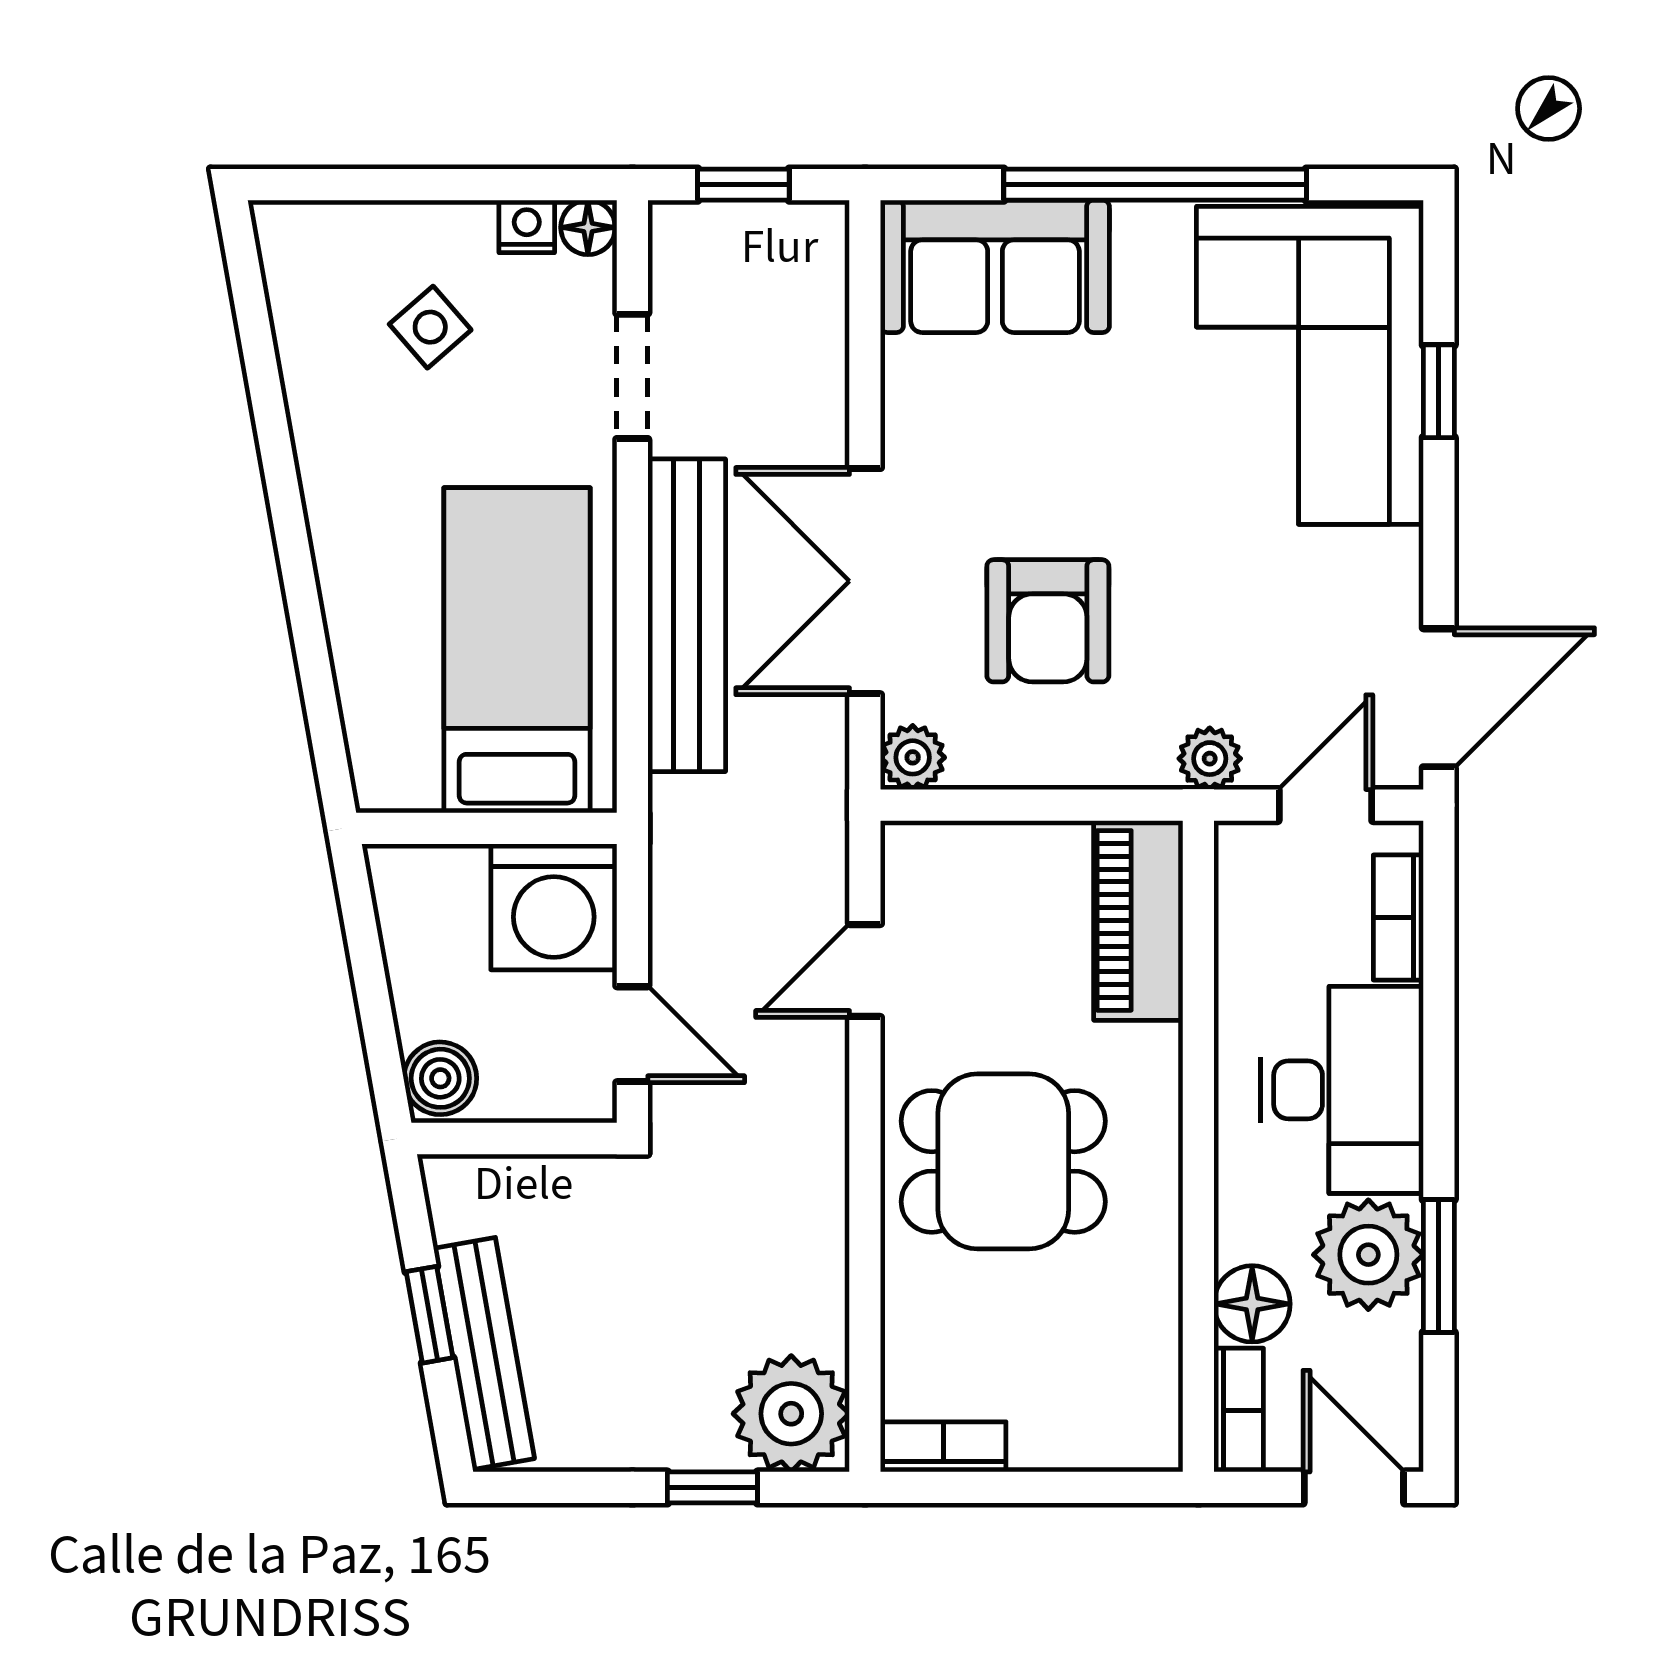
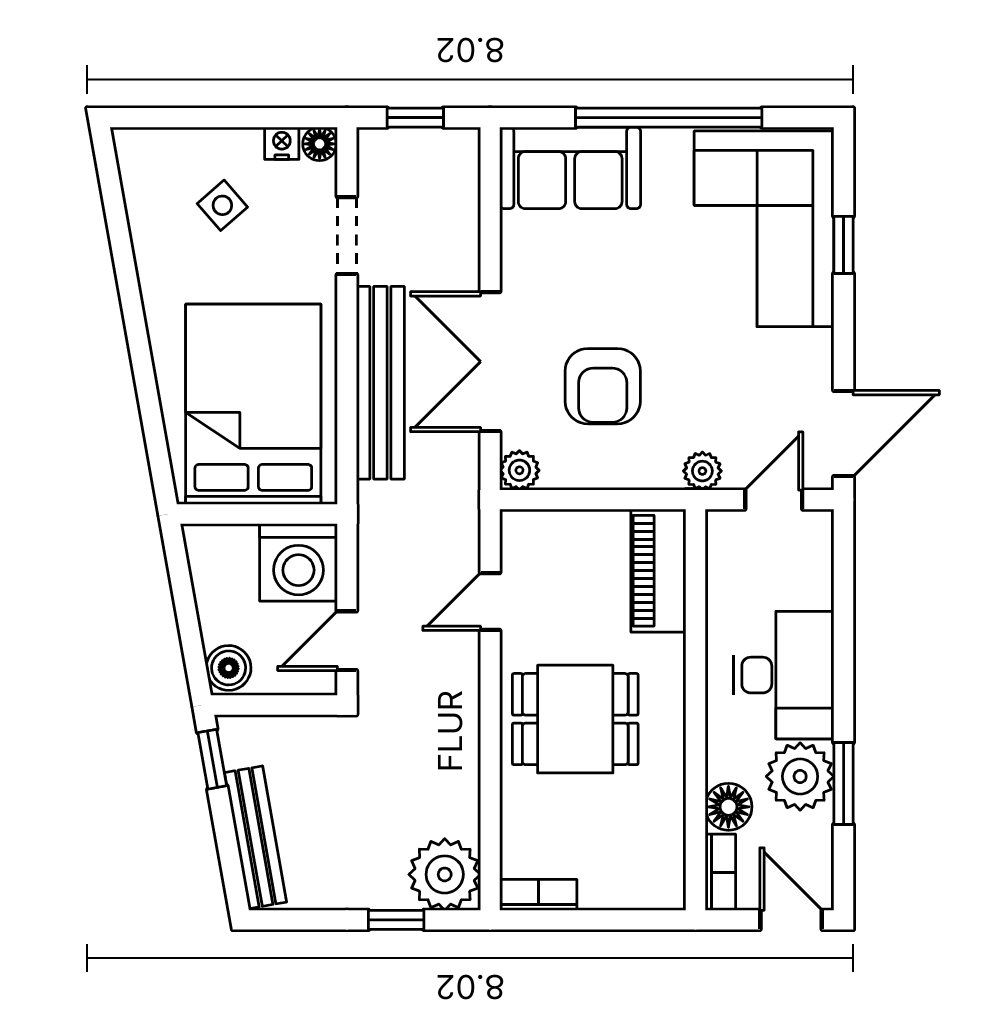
bed: (517, 650) -> (253, 404), width x1.50
bookcase: (1398, 918) -> (819, 569), removed
door: (632, 1034) -> (347, 641), swing flipped
window: (429, 1315) -> (212, 759), moved

